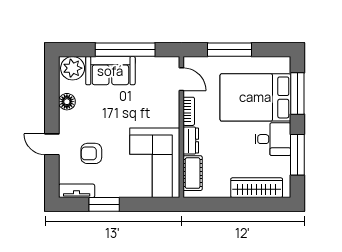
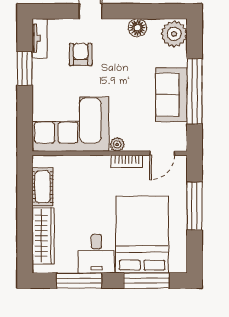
sofa: (110, 71) -> (171, 95), moved
plant: (173, 120) -> (117, 144), added
dresser: (191, 141) -> (95, 164), removed
cot: (193, 173) -> (43, 187), moved, turned 90

